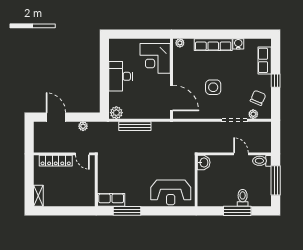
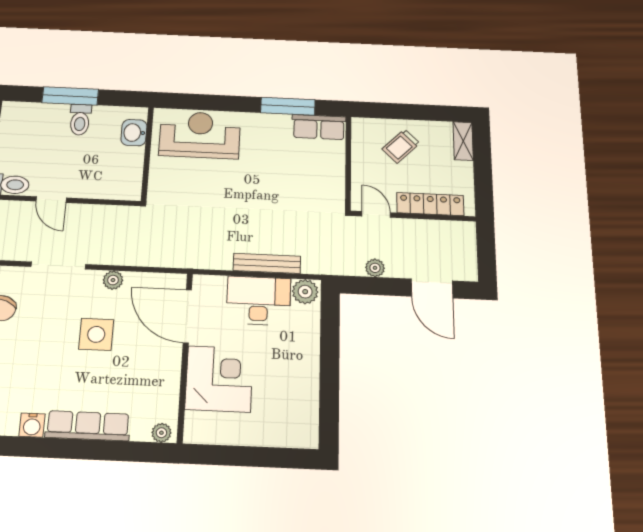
corner desk: (155, 58) -> (219, 379), moved
desk: (120, 76) -> (259, 301), moved, turned -90
plant: (253, 114) -> (113, 280), moved
washbasin: (204, 162) -> (134, 133), moved
trolley: (70, 191) -> (401, 146), added
toilet: (243, 198) -> (80, 120), moved

